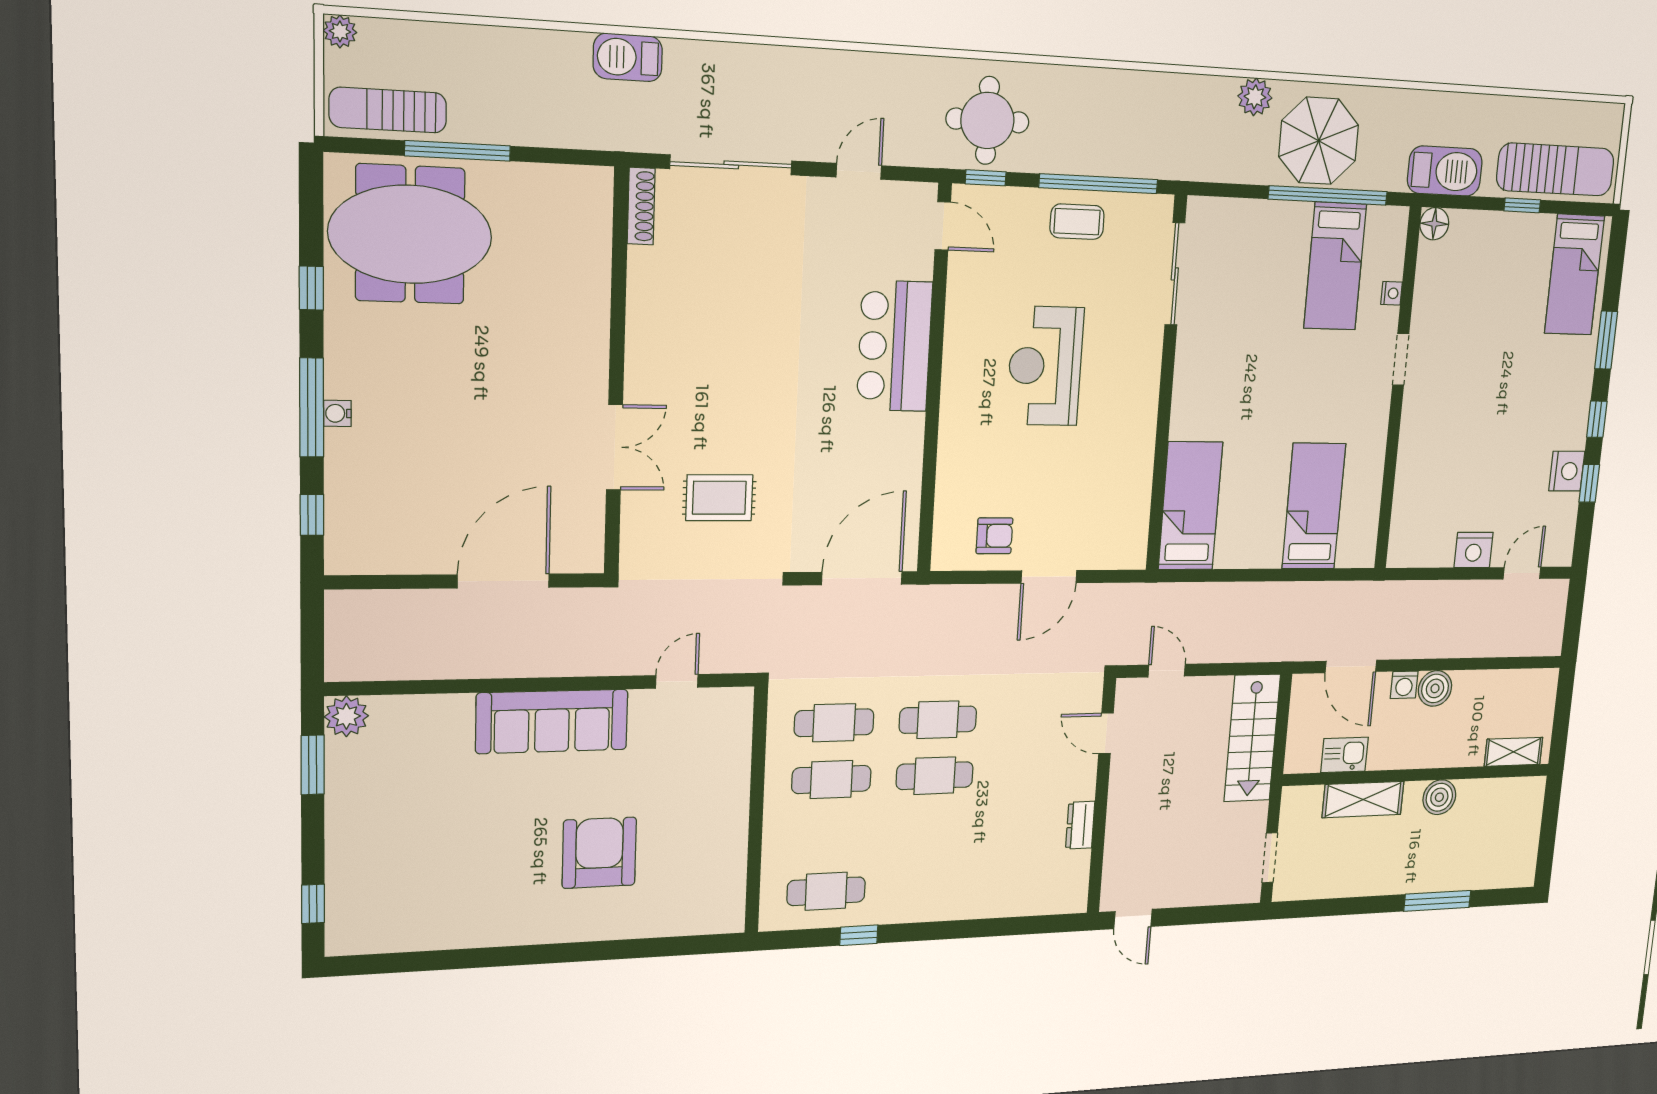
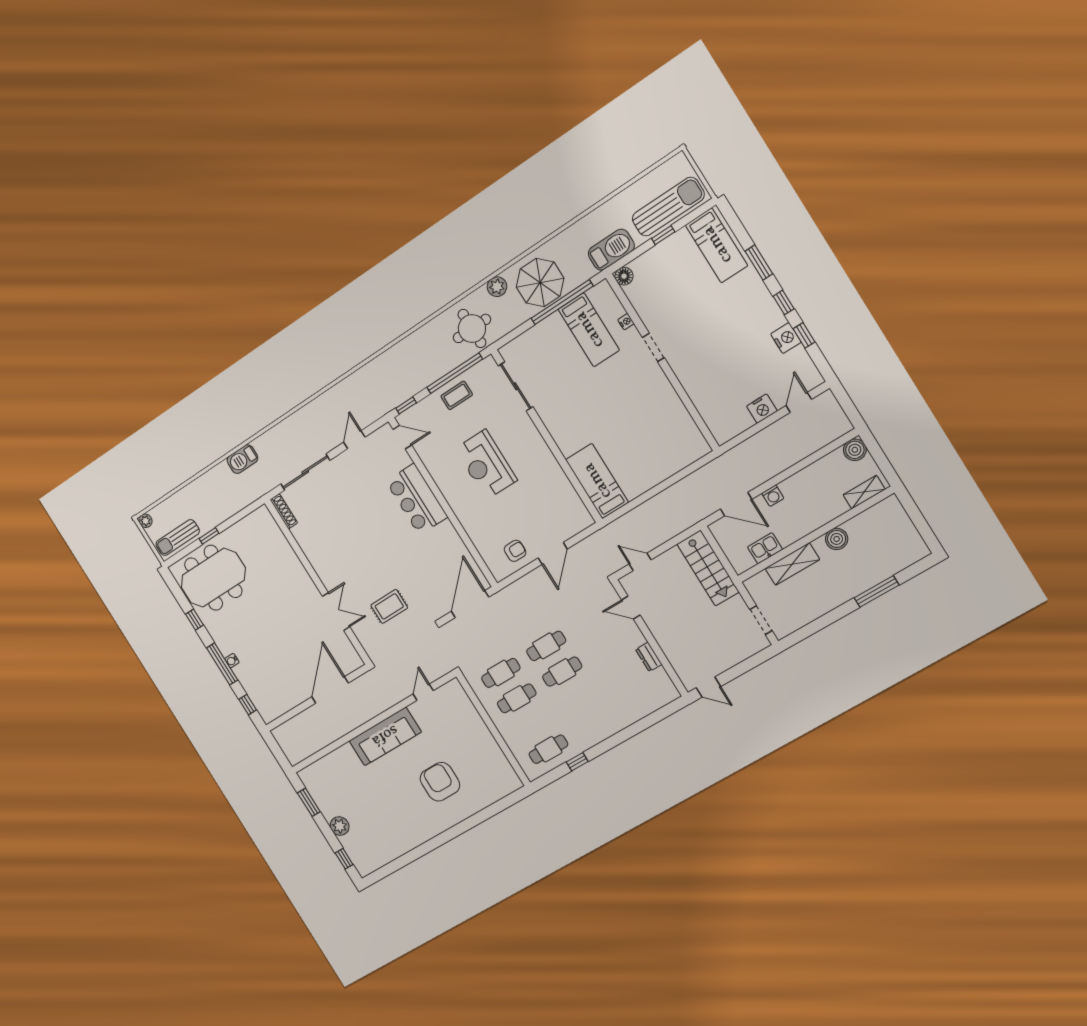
round table: (987, 120) -> (472, 329), moved
window: (458, 151) -> (209, 536), width x0.46
bed: (1314, 506) -> (659, 442), removed
boiler: (1435, 688) -> (855, 450), moved
plant: (346, 716) -> (340, 826), moved

